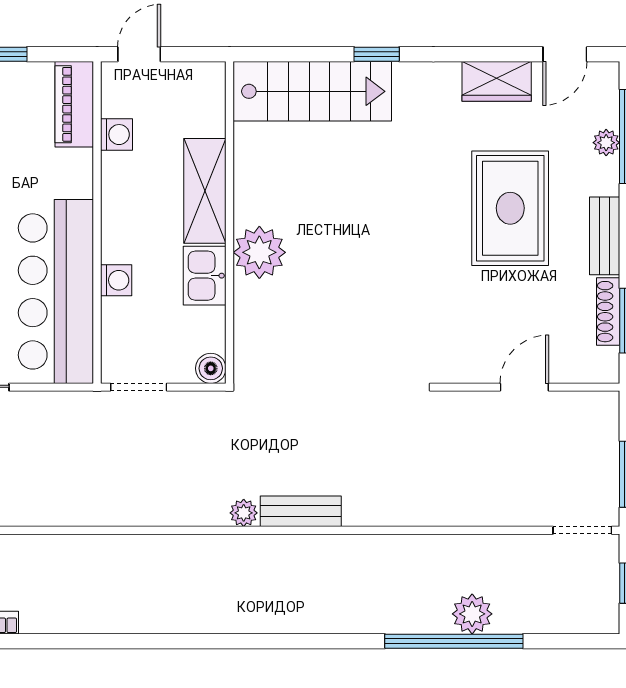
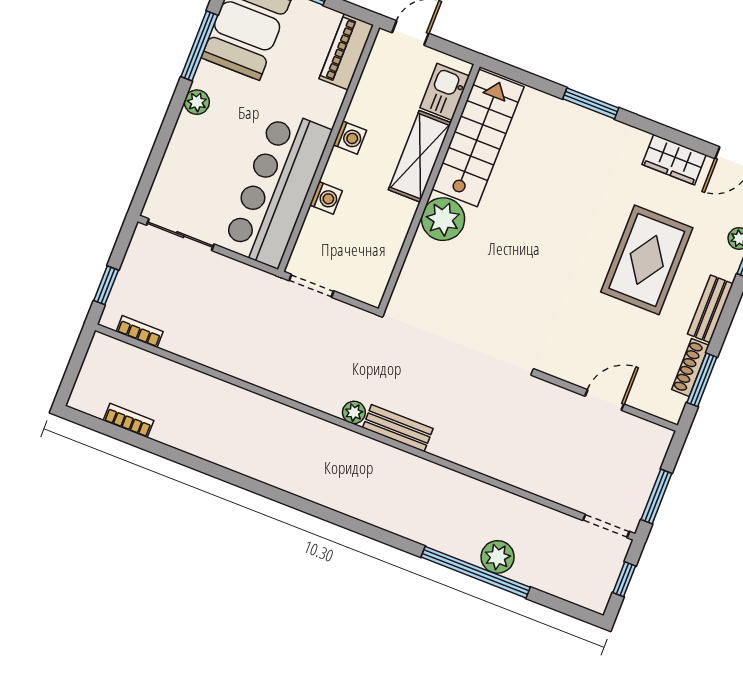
window: (377, 54) -> (591, 103), width x1.50
stairs: (312, 91) -> (478, 138), moved, turned -90
washing machine: (117, 135) -> (350, 138), moved
kitchen sink: (205, 276) -> (445, 92), moved
boiler: (211, 368) -> (372, 293), removed

